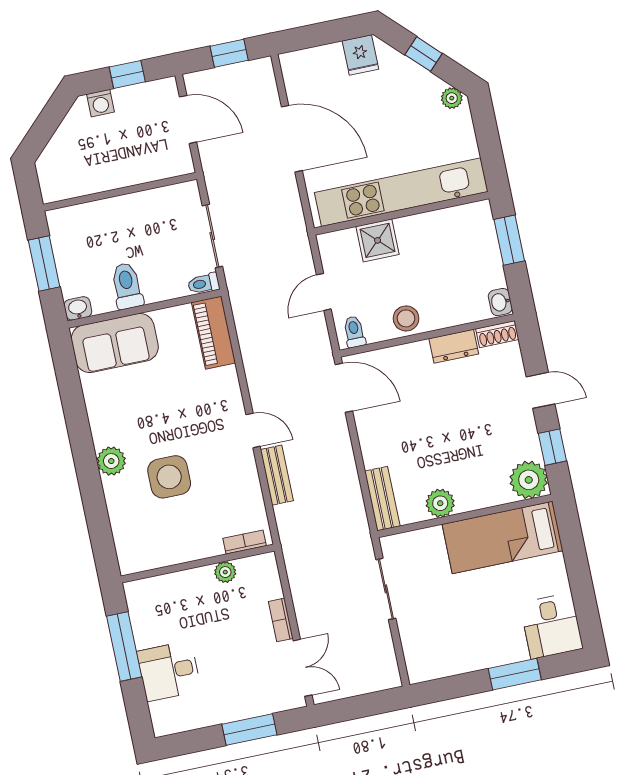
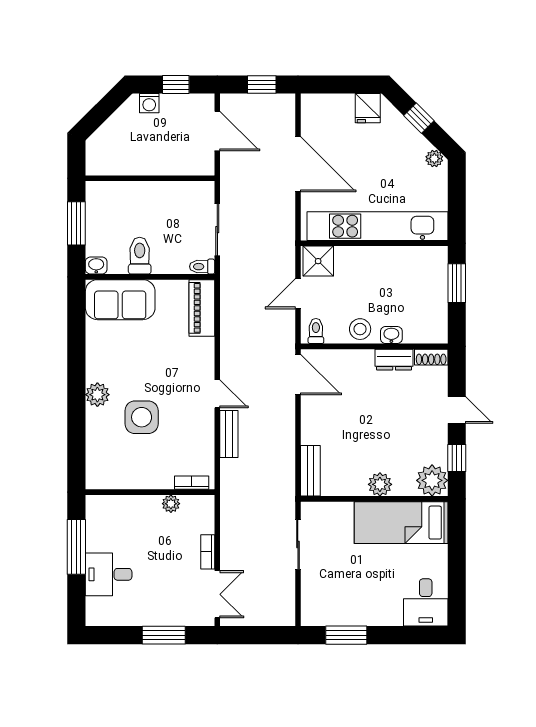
shower: (378, 240) -> (318, 261), moved
washbasin: (500, 302) -> (391, 335), moved, turned 90
plant: (440, 503) -> (380, 484), moved
window: (515, 674) -> (346, 635), moved

